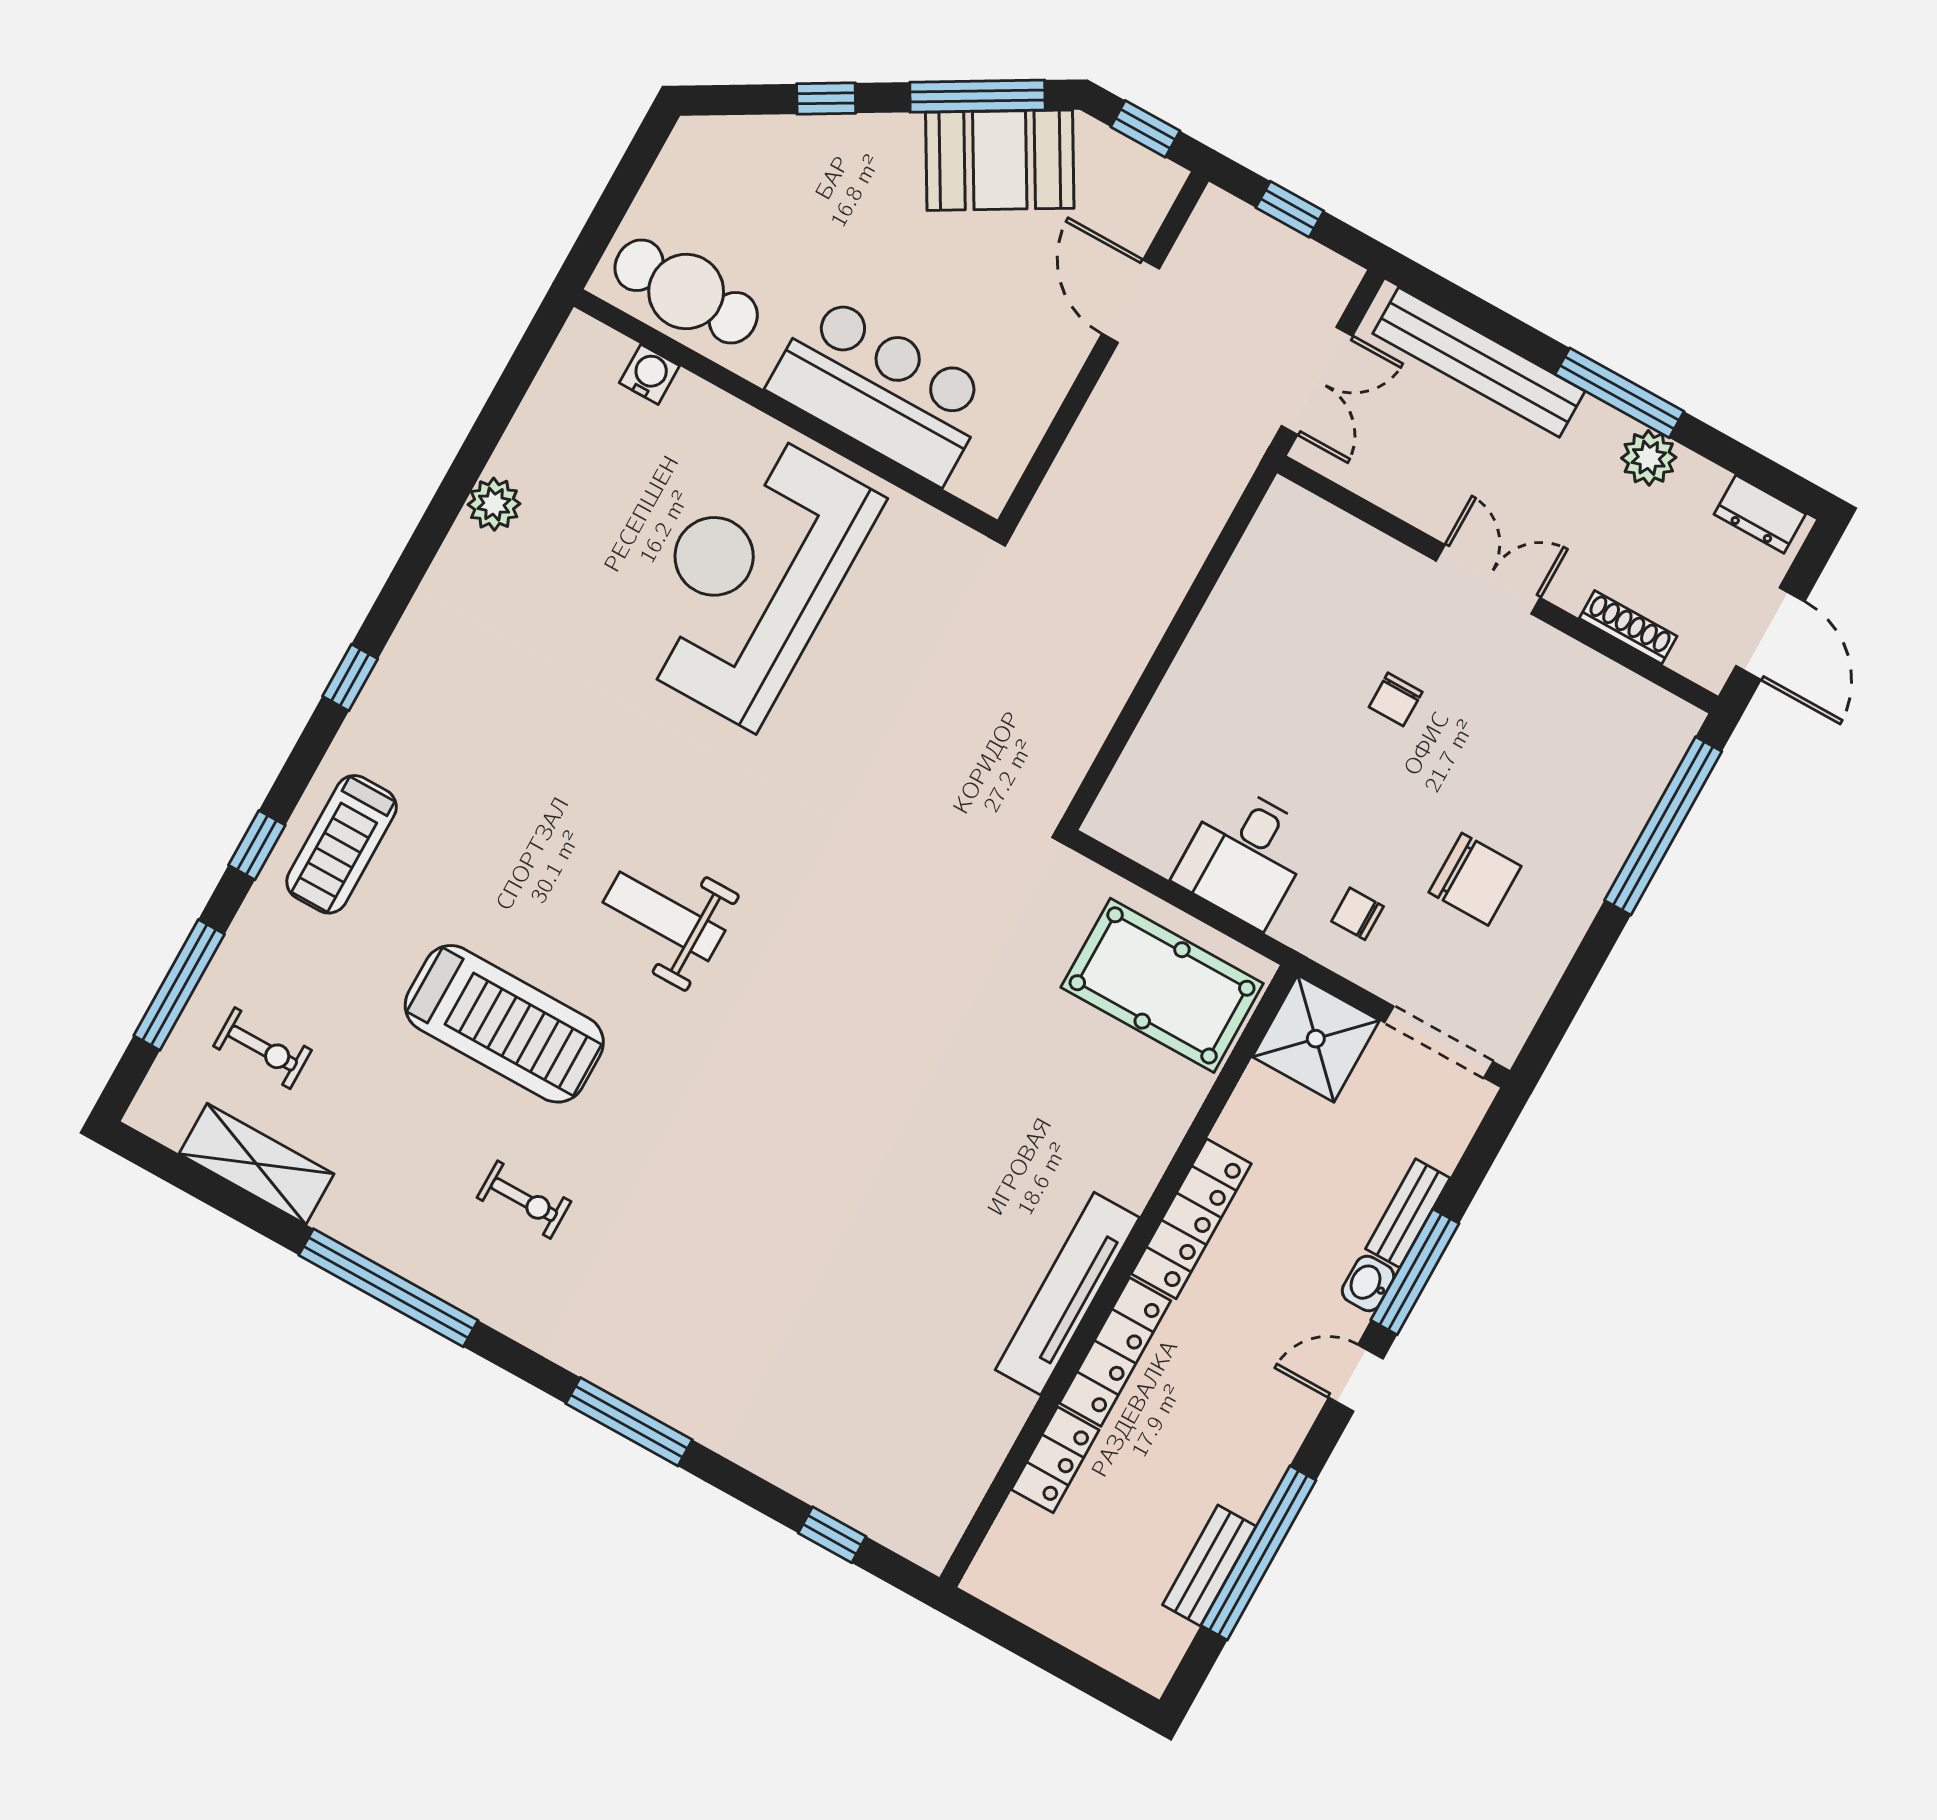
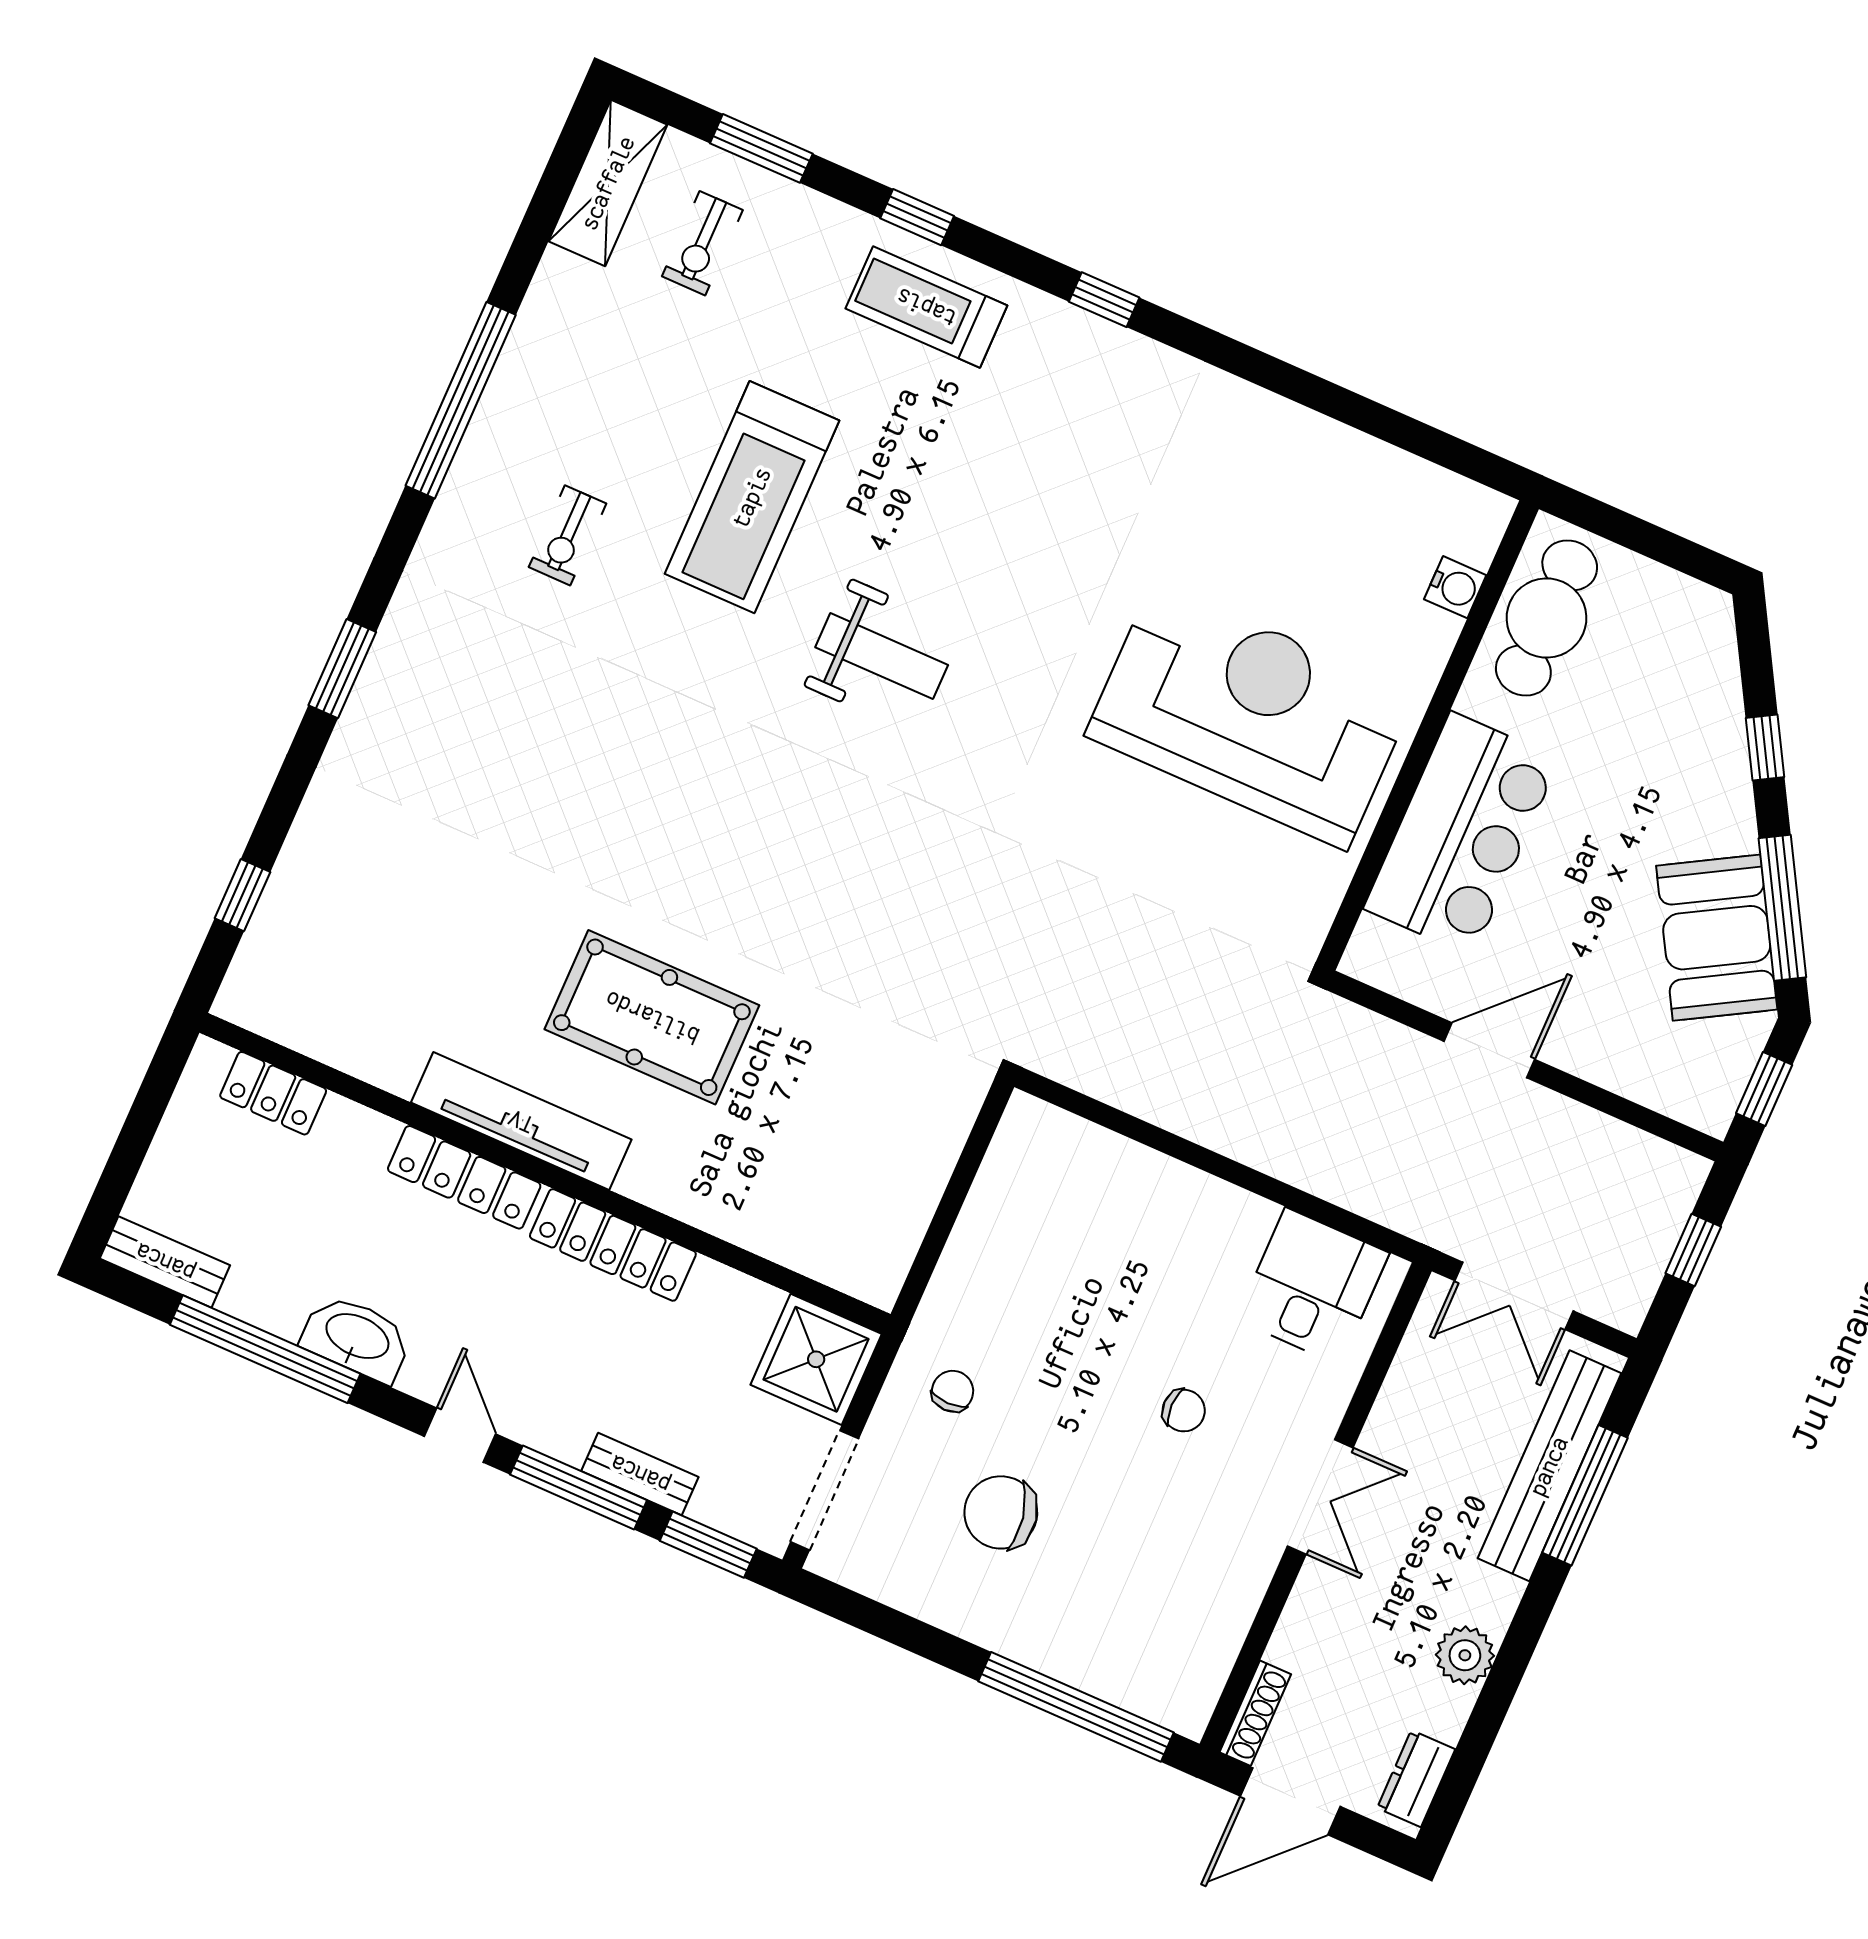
door: (1131, 301) -> (1489, 1050), moved
window: (1619, 393) -> (1585, 1495), moved
plant: (494, 504) -> (1302, 435), removed
shoe rack: (1628, 627) -> (1255, 1713), moved
chair: (1396, 699) -> (1184, 1411), turned 180
desk: (1245, 856) -> (1313, 1286), moved, turned 90
chair: (1475, 879) -> (1001, 1512), turned 79
weight bench: (664, 916) -> (882, 656), turned 90
window: (179, 985) -> (761, 148), width x0.69
pool table: (1162, 985) -> (652, 1017), moved, turned 90
window: (1480, 1155) -> (708, 1545), added
shelving: (257, 1164) -> (608, 183), moved
washbasin: (1368, 1283) -> (357, 1338), moved, width x1.91, depth x1.45
window: (629, 1422) -> (342, 669), width x0.69
locker: (1055, 1460) -> (273, 1093), moved
bench: (1209, 1565) -> (165, 1262), moved

